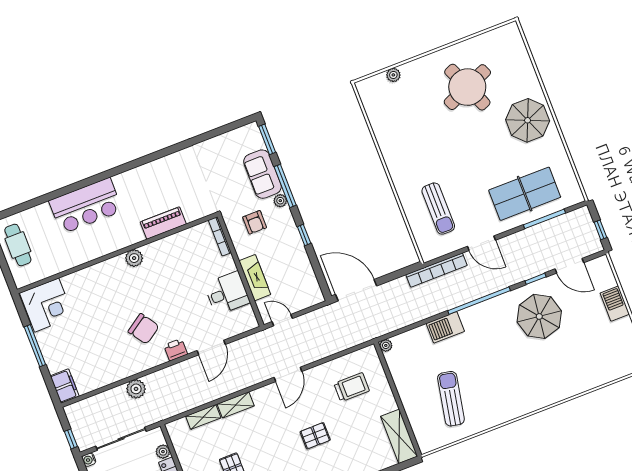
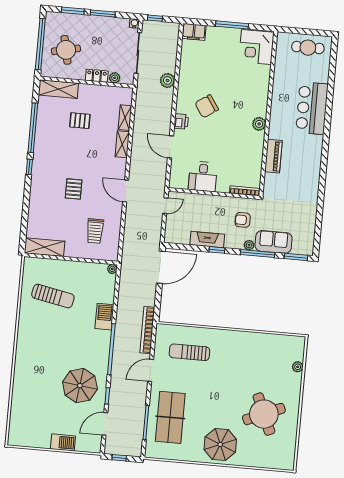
fireplace: (255, 278) -> (207, 240), moved, turned 180

